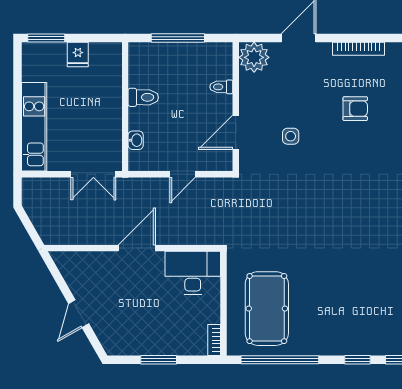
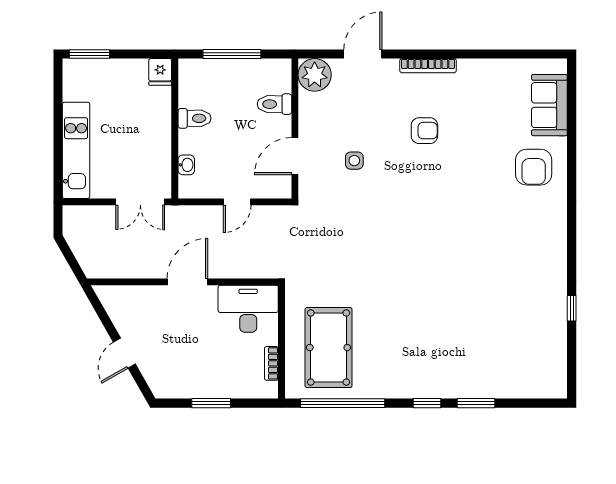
fridge: (78, 55) -> (160, 72), moved
toilet: (221, 87) -> (274, 104), width x1.37, depth x1.39
bookcase: (214, 340) -> (271, 363), moved

